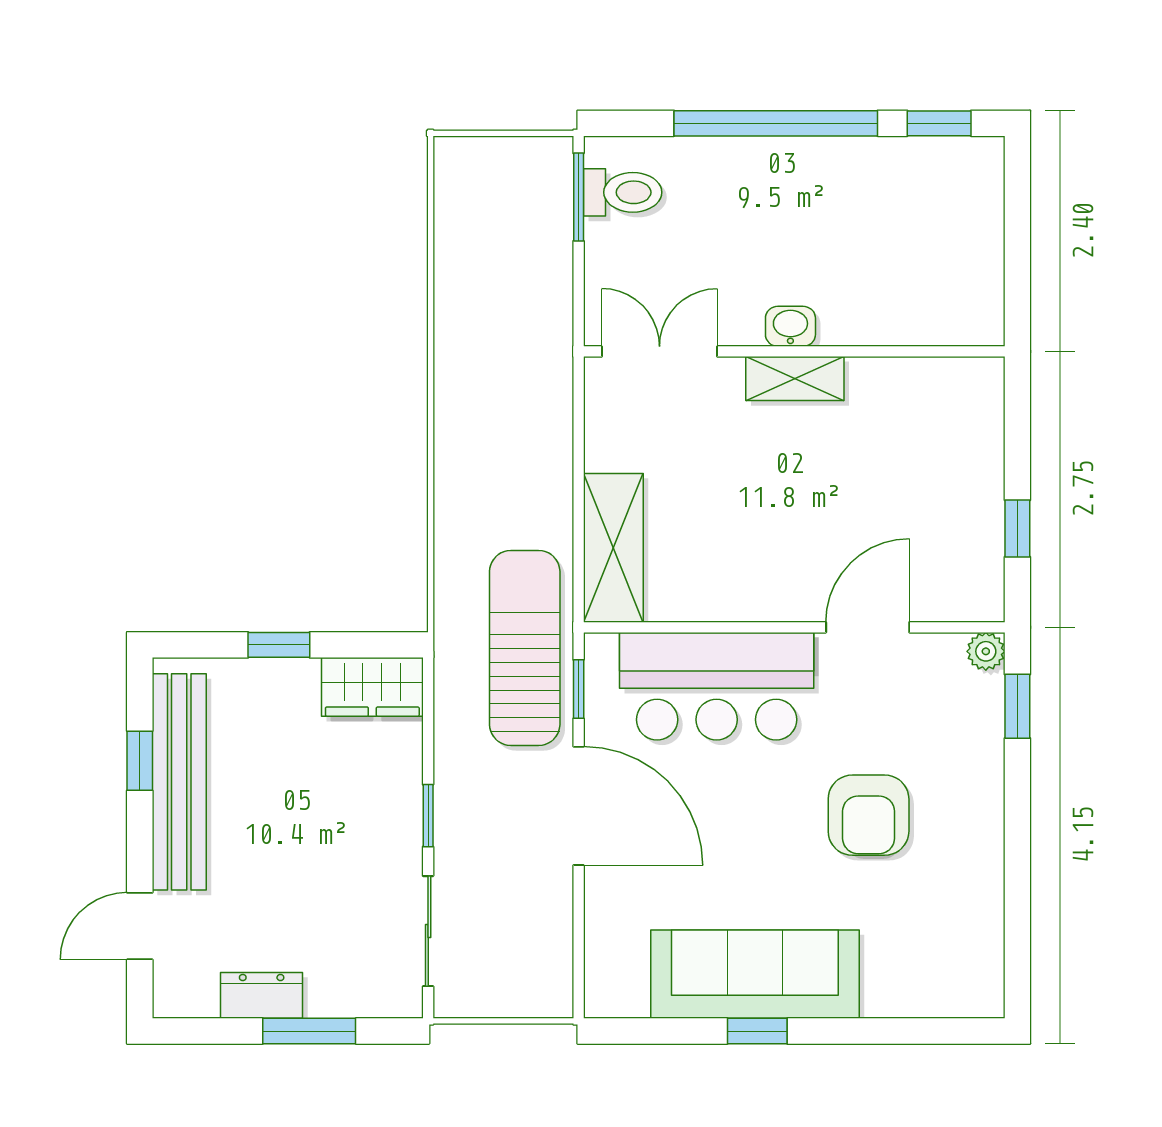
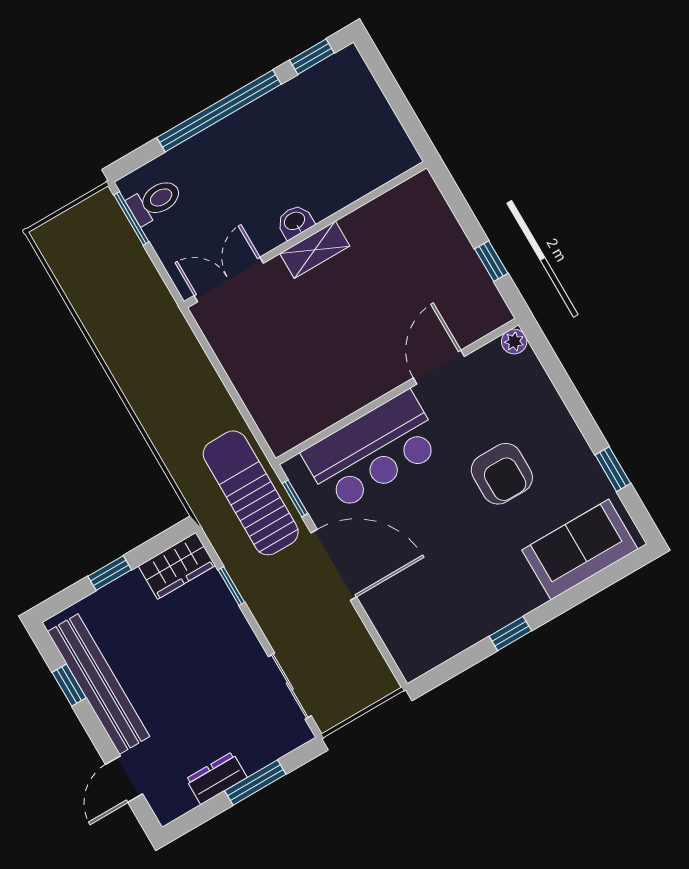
shelving: (613, 548) -> (268, 406), removed
window: (1017, 706) -> (613, 469), moved
window: (428, 816) -> (231, 586), moved
sofa: (755, 974) -> (580, 550), moved, width x0.73

